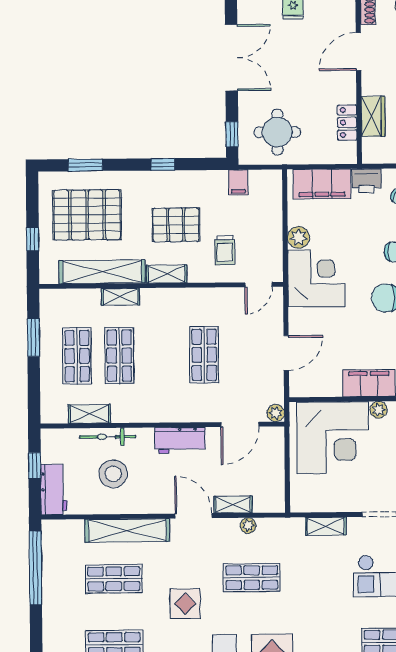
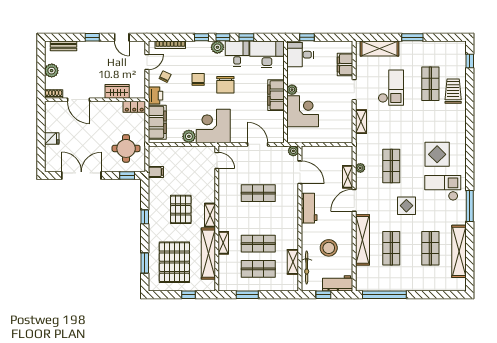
locker: (347, 122) -> (134, 107), moved
trolley: (225, 250) -> (196, 180), removed
bicycle: (108, 437) -> (307, 267), moved
corner desk: (333, 438) -> (303, 111), width x0.74, depth x0.74

